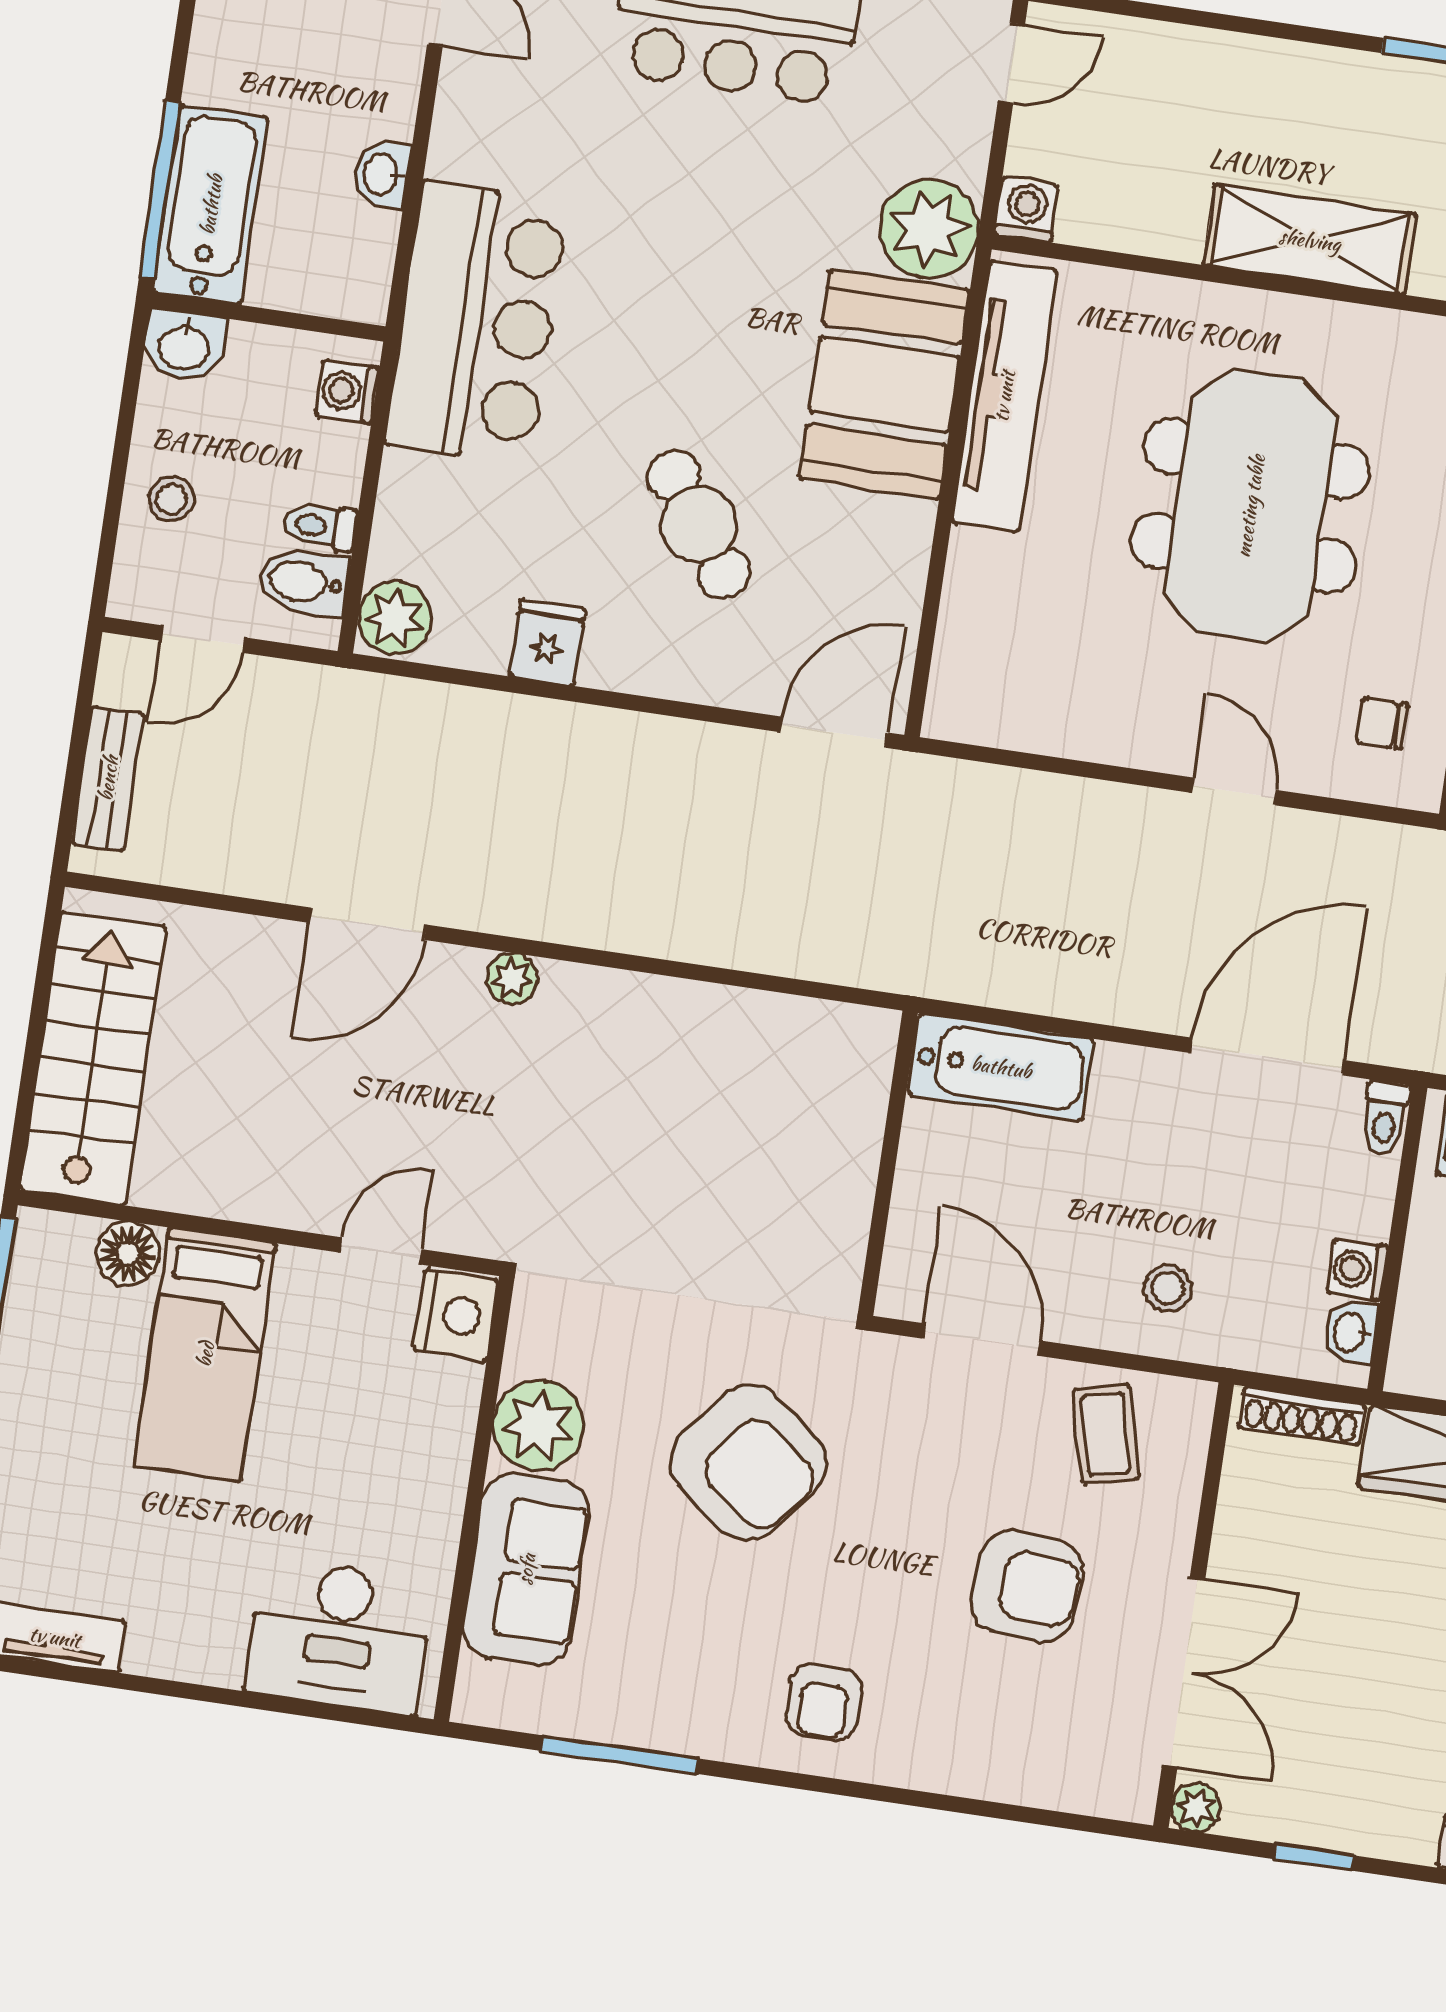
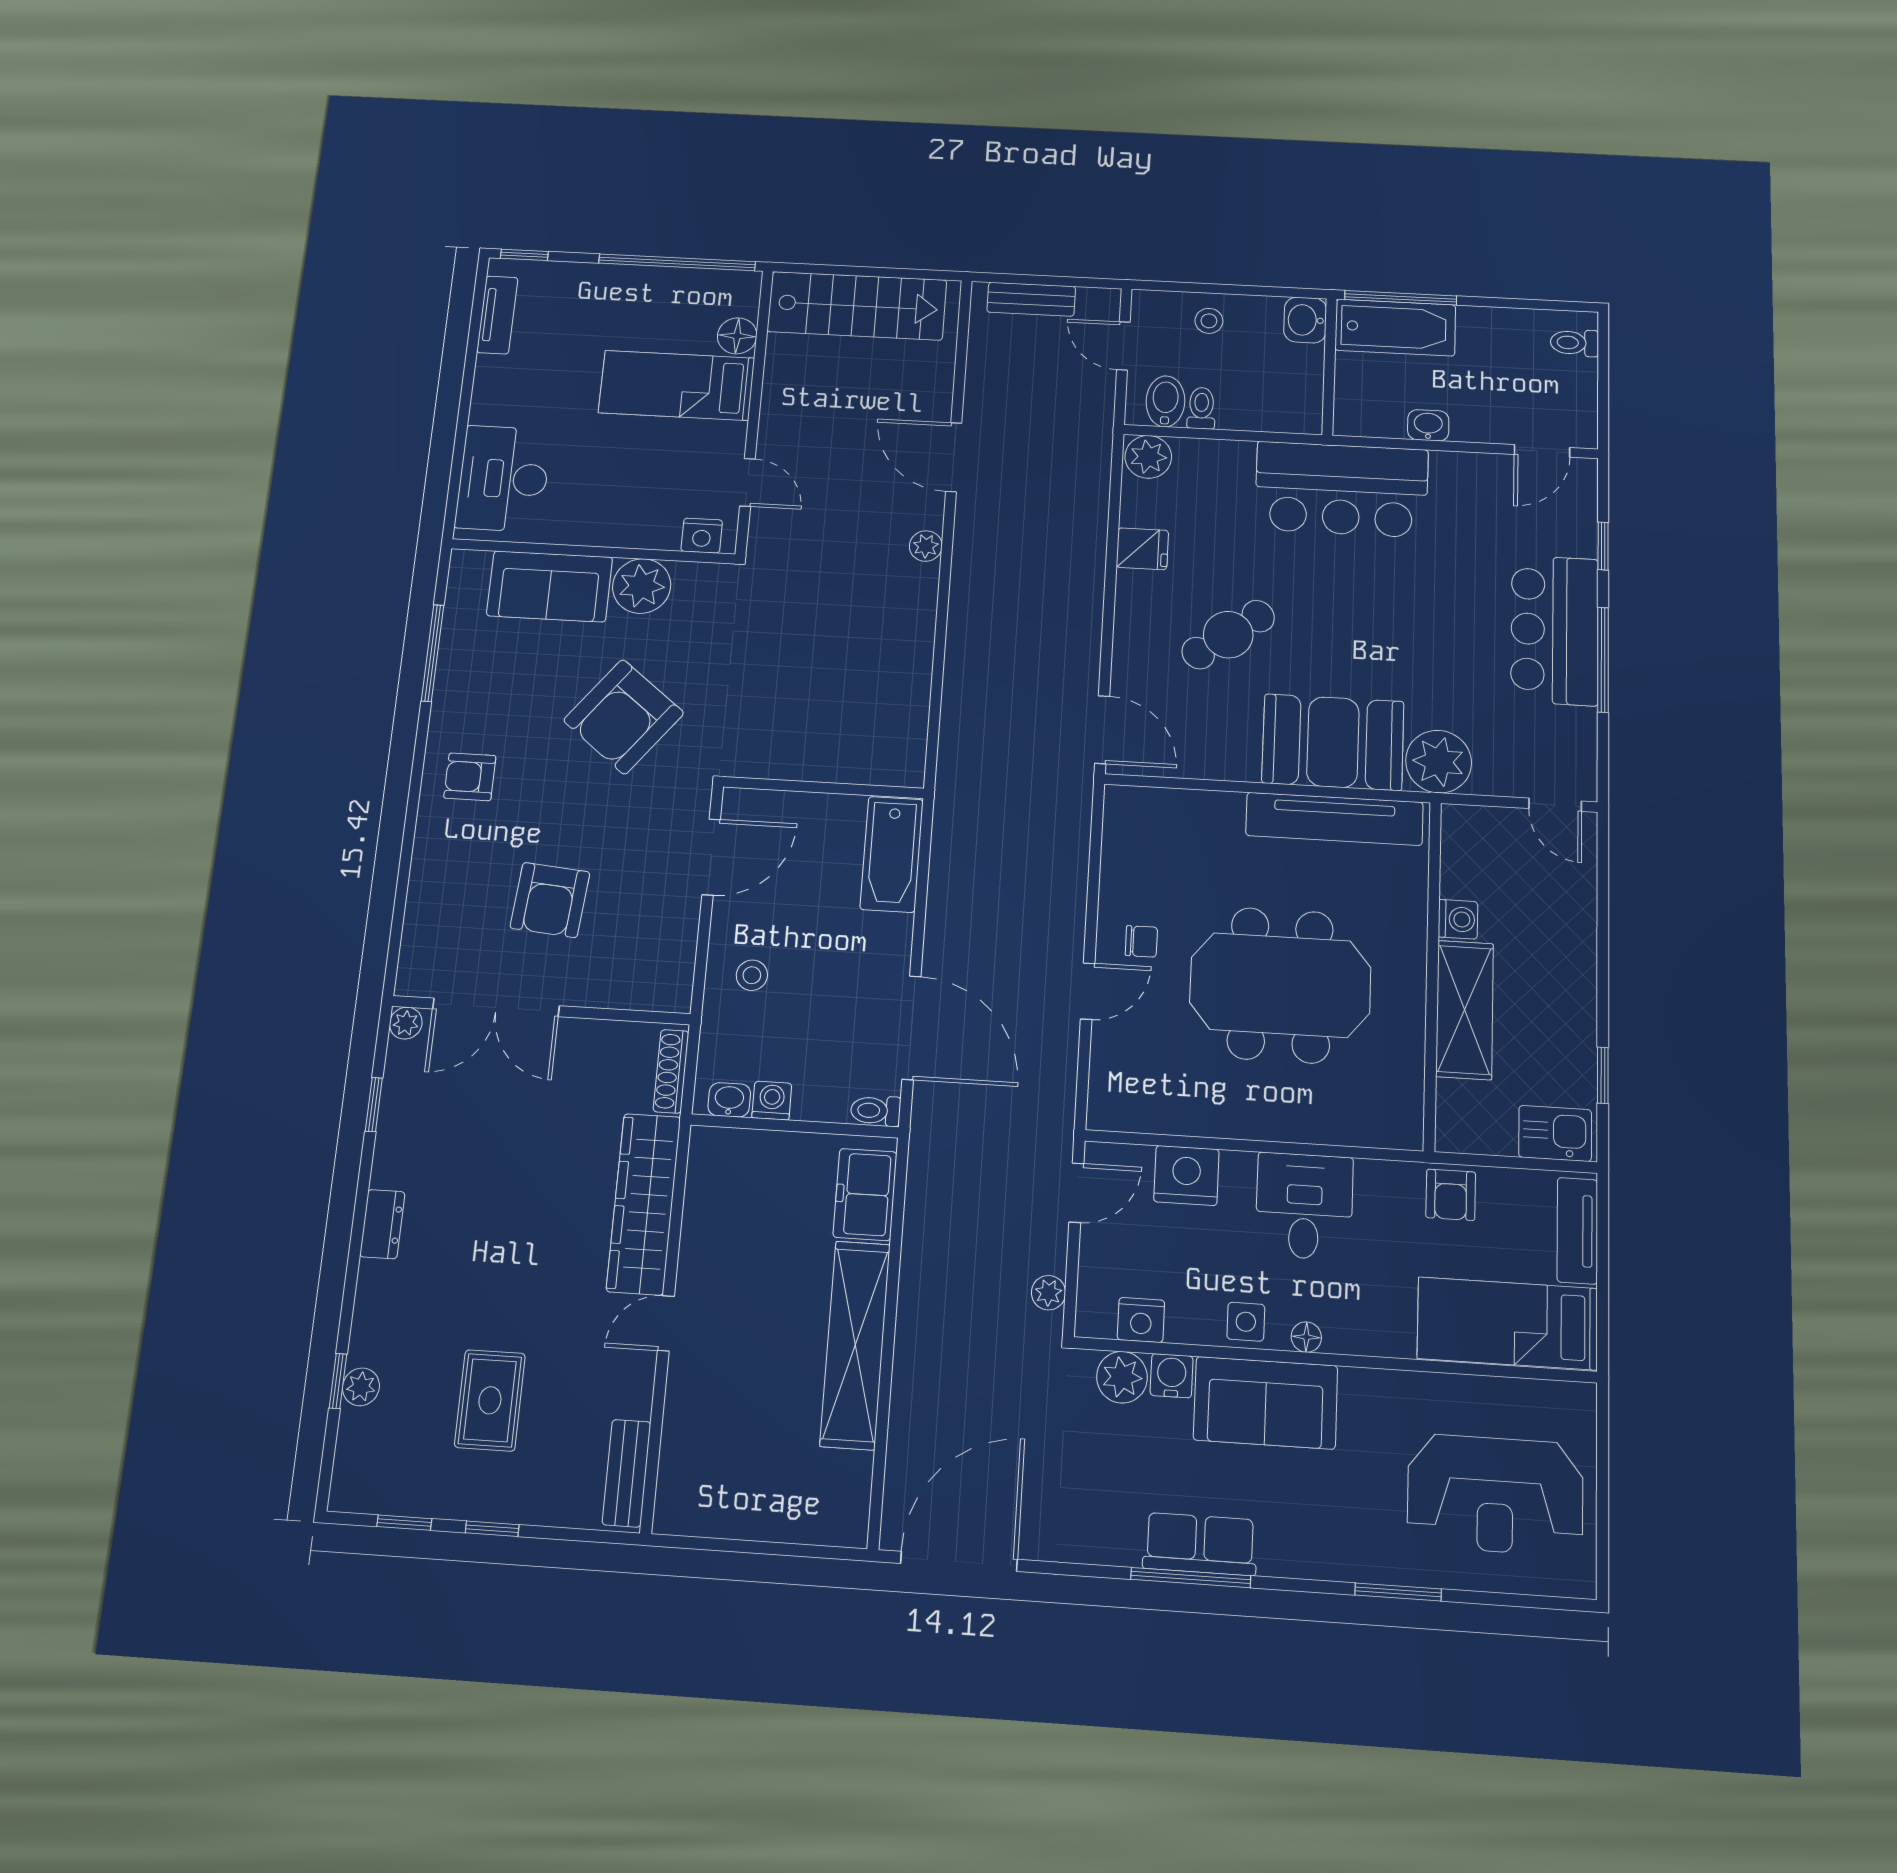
washing machine: (1027, 210) -> (1458, 919), moved
washing machine: (347, 392) -> (1288, 417), removed
chair: (1382, 723) -> (1141, 941), moved, turned 90
nightstand: (456, 1315) -> (702, 536), width x0.74, depth x0.75
coffee table: (1106, 1434) -> (653, 943), removed

